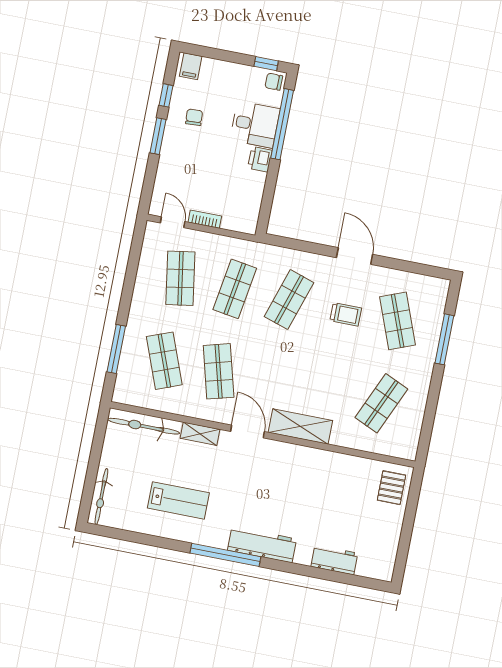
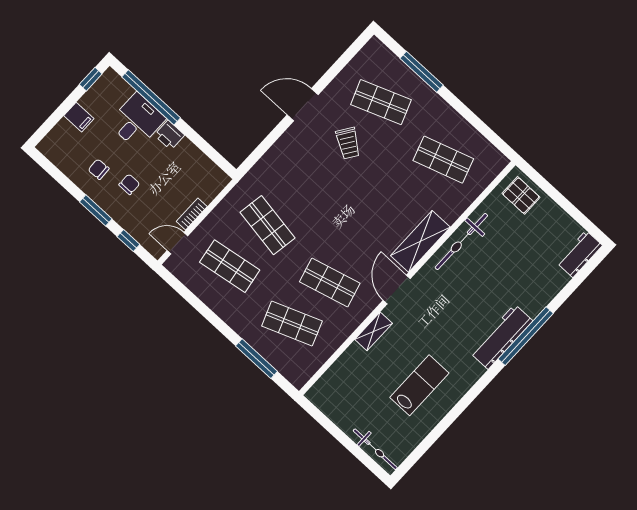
filing cabinet: (191, 66) -> (79, 117), moved
chair: (274, 82) -> (129, 184), moved, turned 180
window: (166, 95) -> (128, 240), moved
shop shelf: (289, 300) -> (305, 184), removed
trolley: (346, 314) -> (348, 143), turned 124
shop shelf: (381, 403) -> (443, 160), turned -42
bicycle: (143, 426) -> (461, 242), moved
door: (248, 432) -> (397, 289), hinge flipped
window: (225, 555) -> (526, 336), moved
workbench: (334, 560) -> (579, 254), moved

